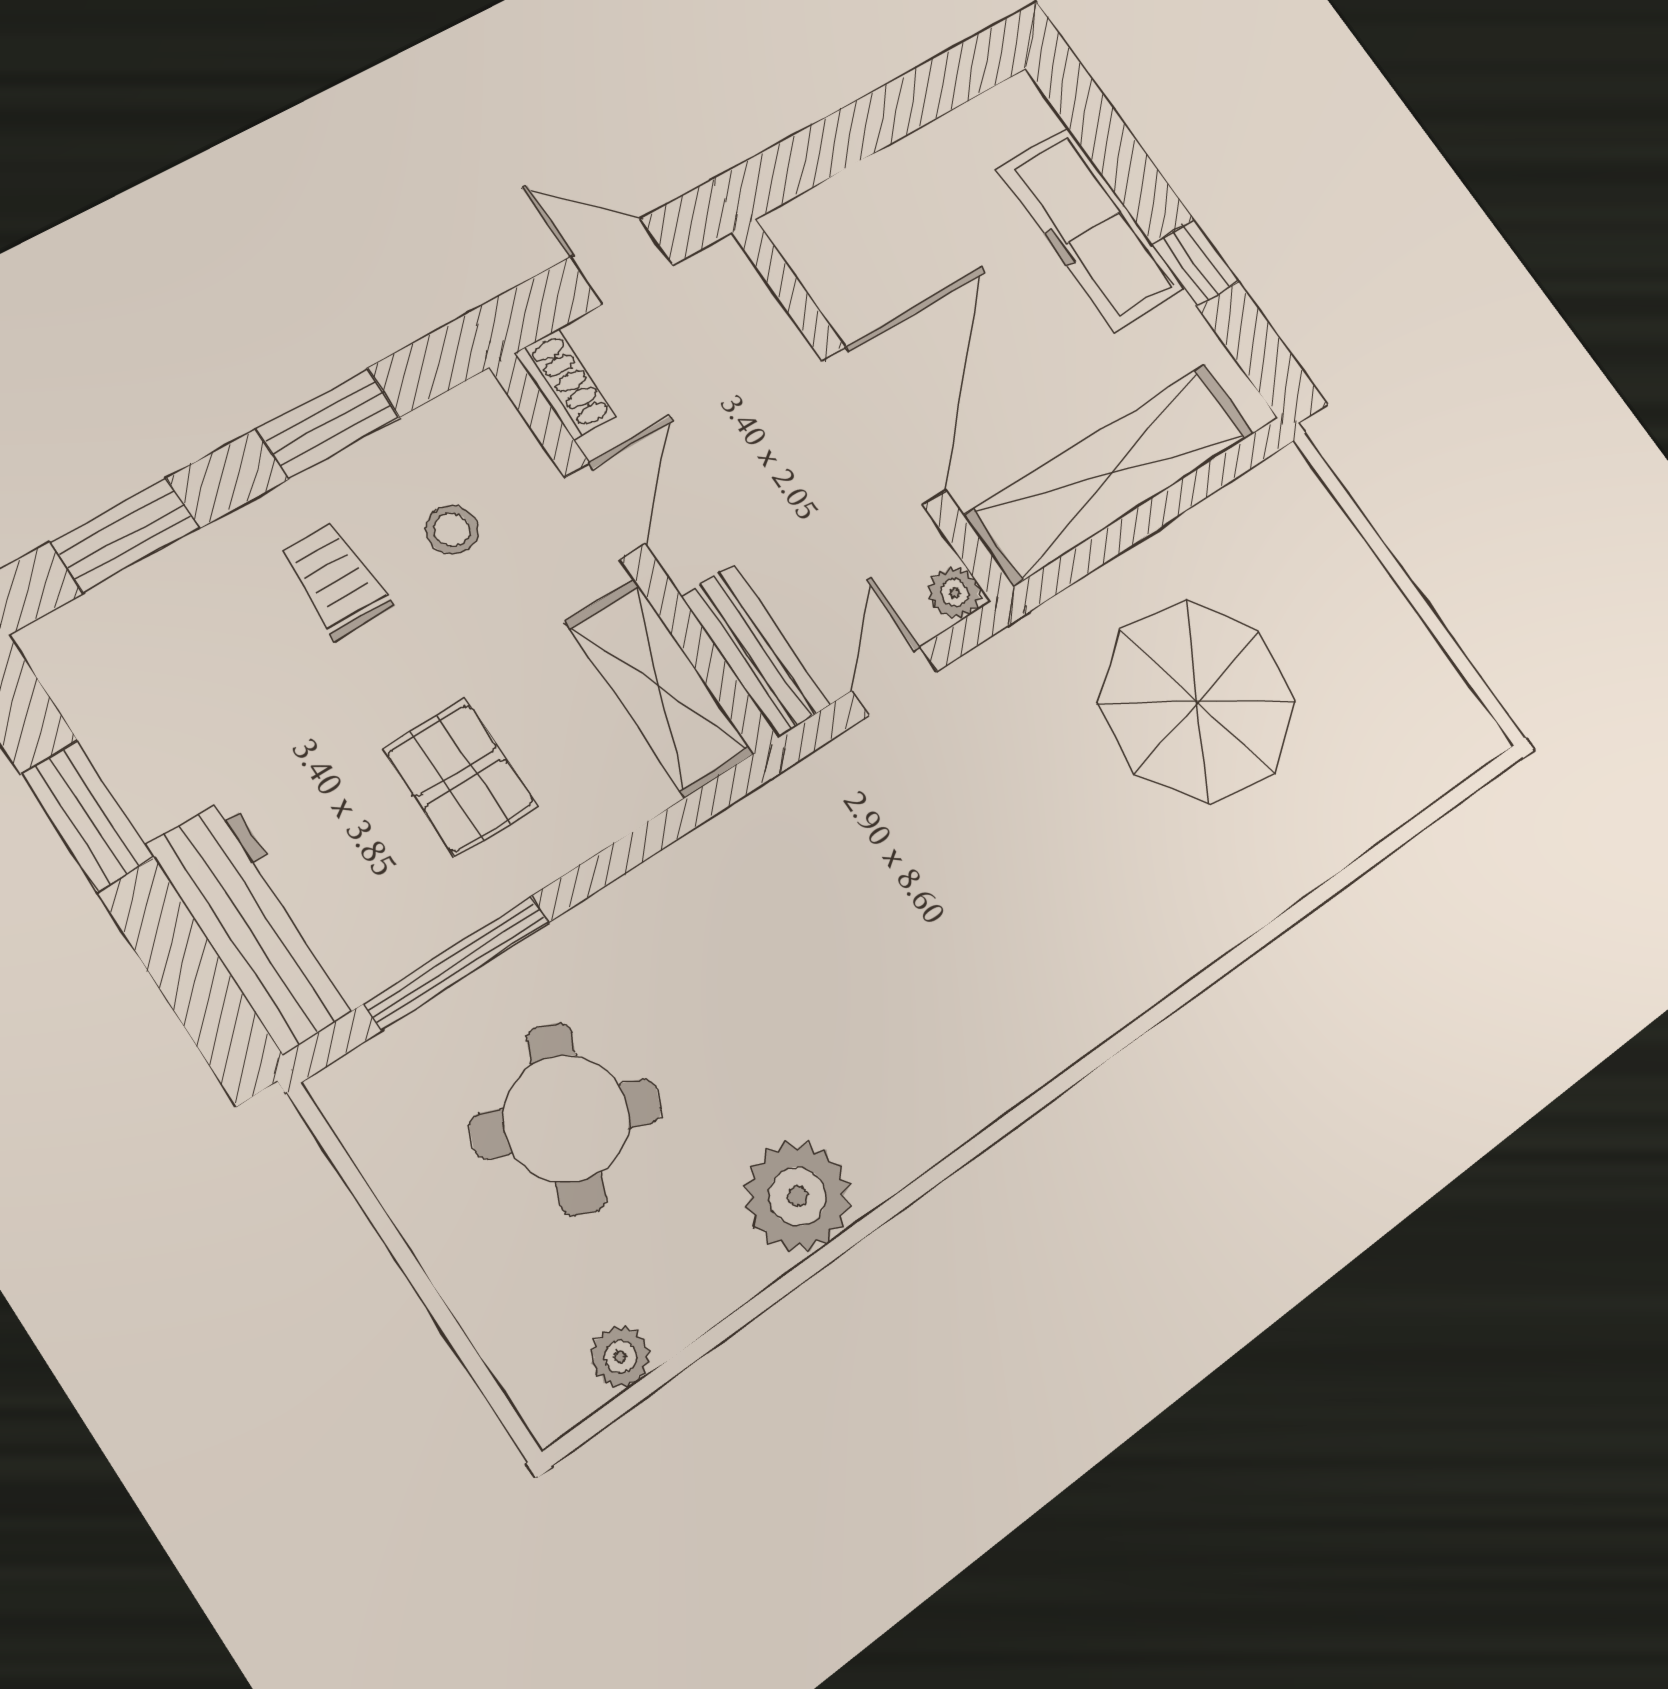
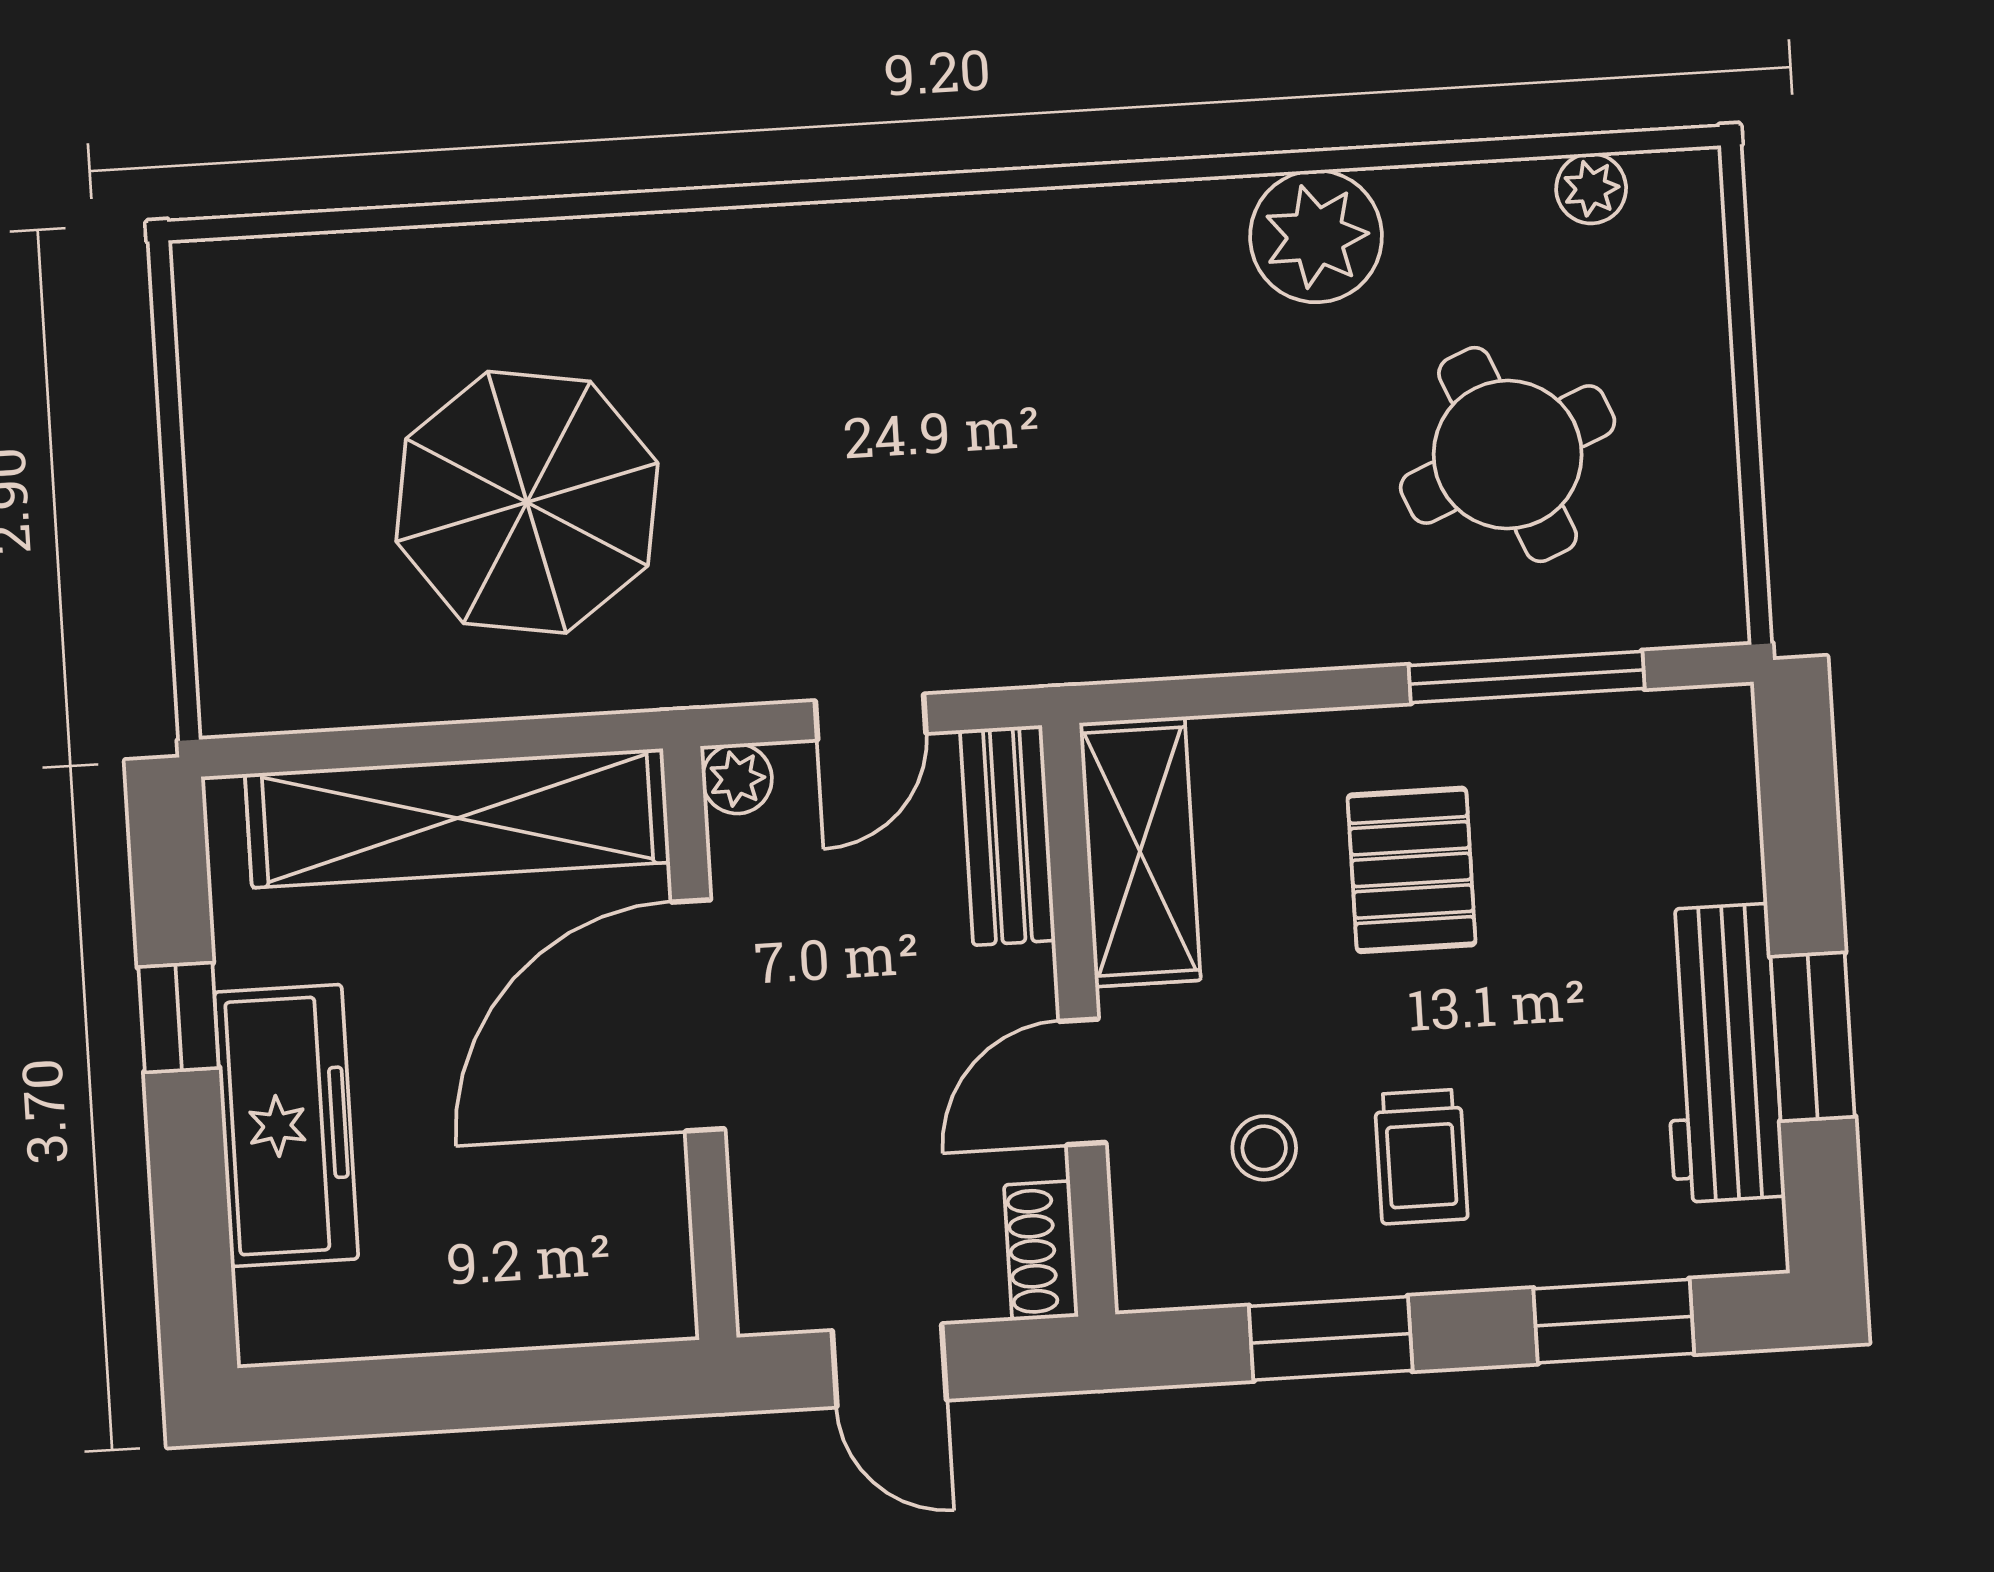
workbench: (255, 924) -> (1721, 1053), moved
round table: (566, 1118) -> (1508, 455), turned 45

